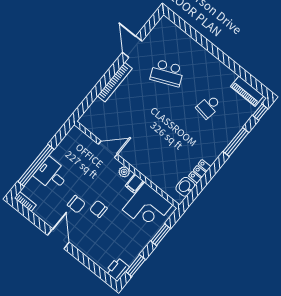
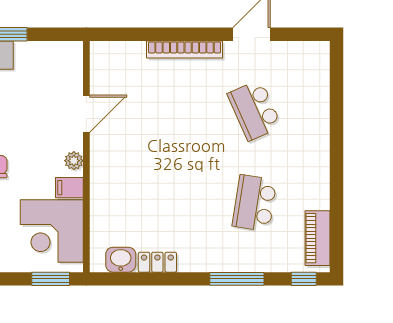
school desk: (209, 107) -> (254, 203), width x1.85
door: (108, 149) -> (86, 114), hinge flipped
window: (161, 235) -> (51, 279), moved

